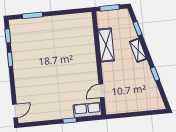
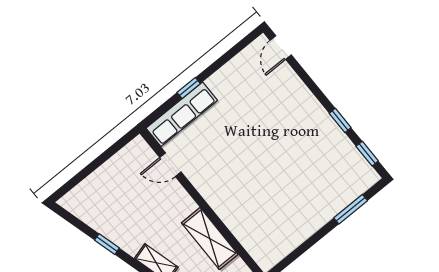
door: (102, 91) -> (170, 165), swing flipped
row of seats: (87, 110) -> (182, 114), width x1.48

